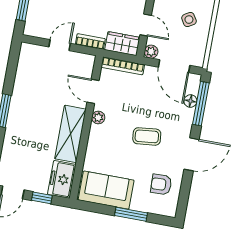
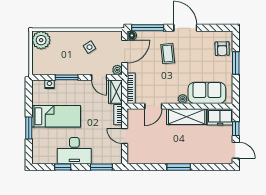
door: (146, 25) -> (99, 77), swing flipped
floor lamp: (190, 101) -> (132, 35), moved
plant: (98, 118) -> (183, 99), moved
coffee table: (147, 136) -> (168, 54), moved
armchair: (161, 184) -> (222, 49), moved
sofa: (106, 190) -> (207, 93), moved, turned 90

